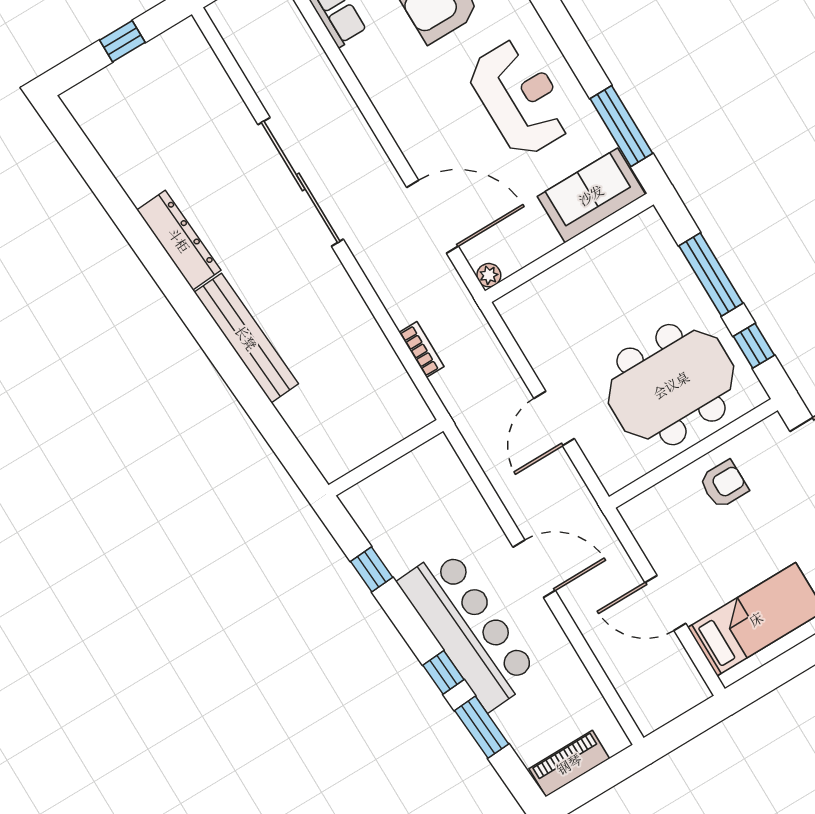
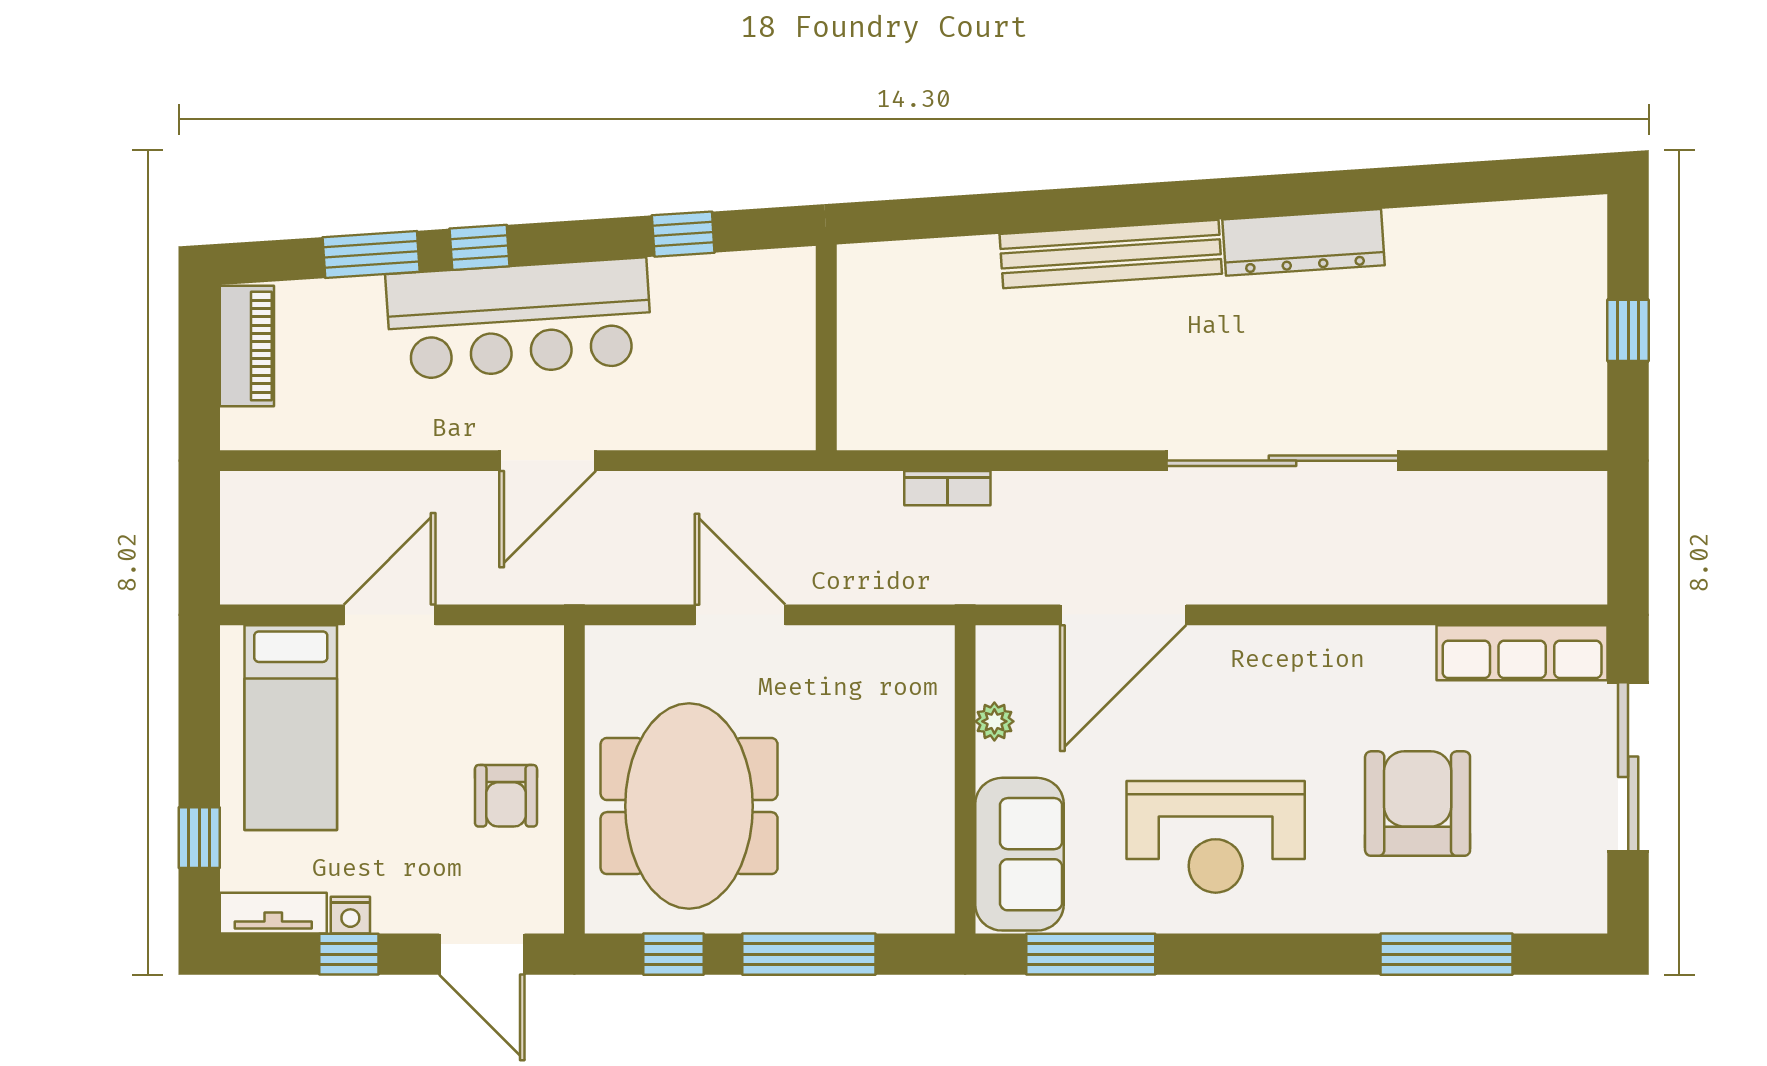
plant: (489, 275) -> (994, 721), moved

